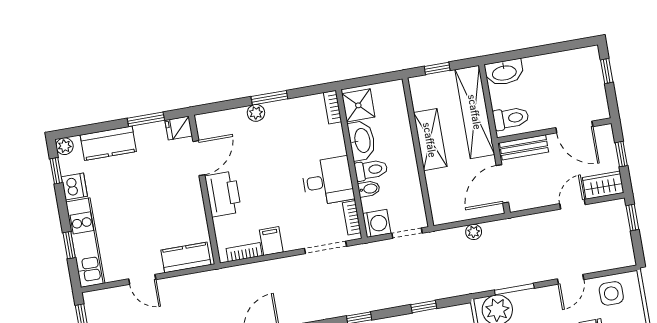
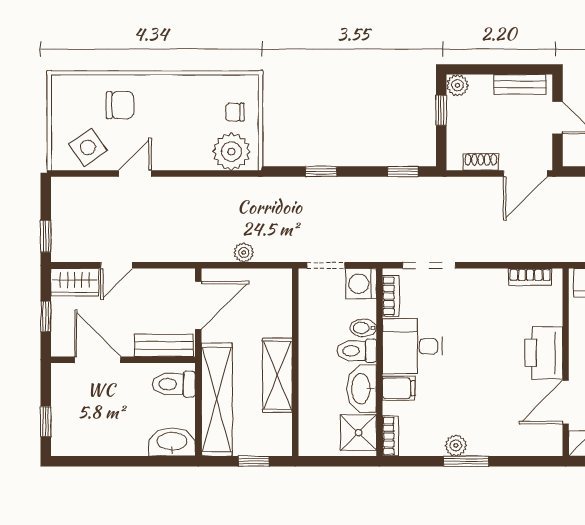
plant: (256, 113) -> (456, 445), moved
filing cabinet: (271, 241) -> (399, 388), moved, turned -90
window: (514, 289) -> (206, 173), removed
side table: (611, 293) -> (88, 147), turned -35

